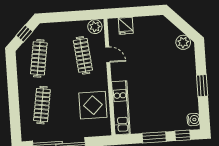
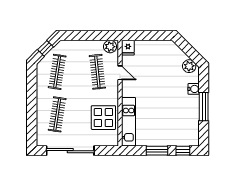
fridge: (126, 26) -> (128, 48), moved
window: (202, 86) -> (204, 107), width x1.44
water cooler: (193, 120) -> (194, 89), moved

